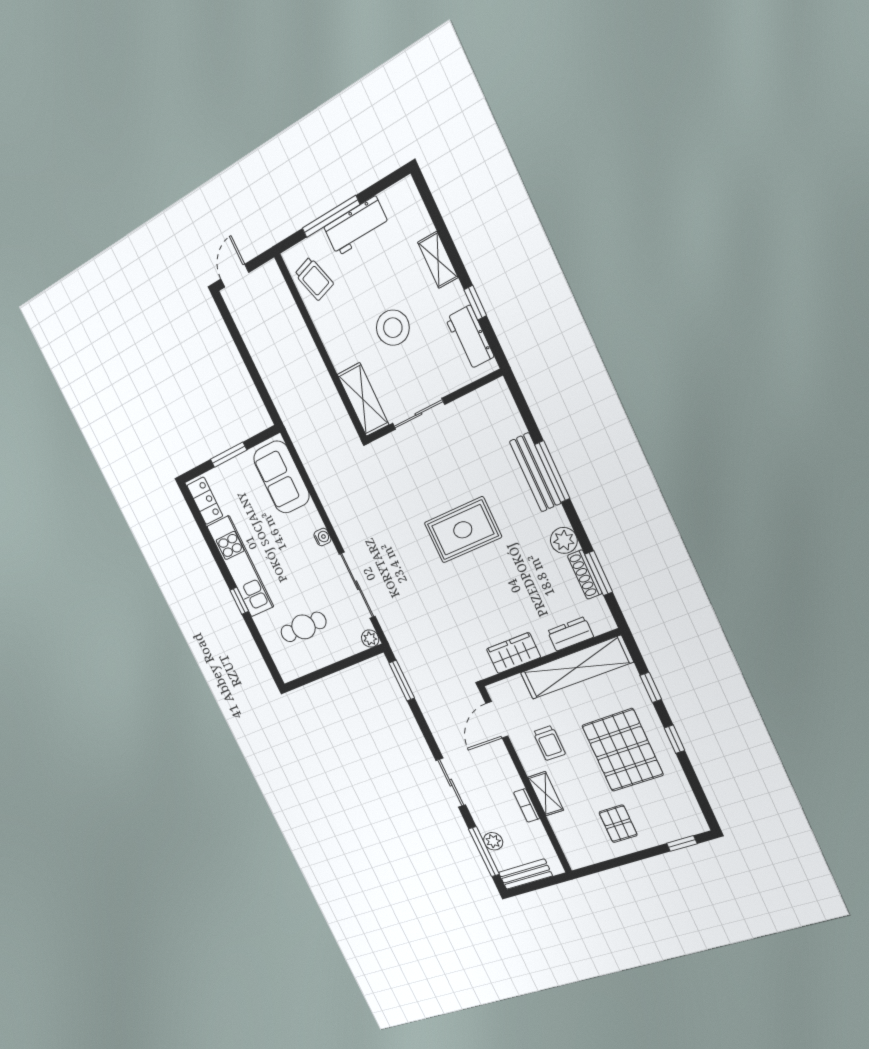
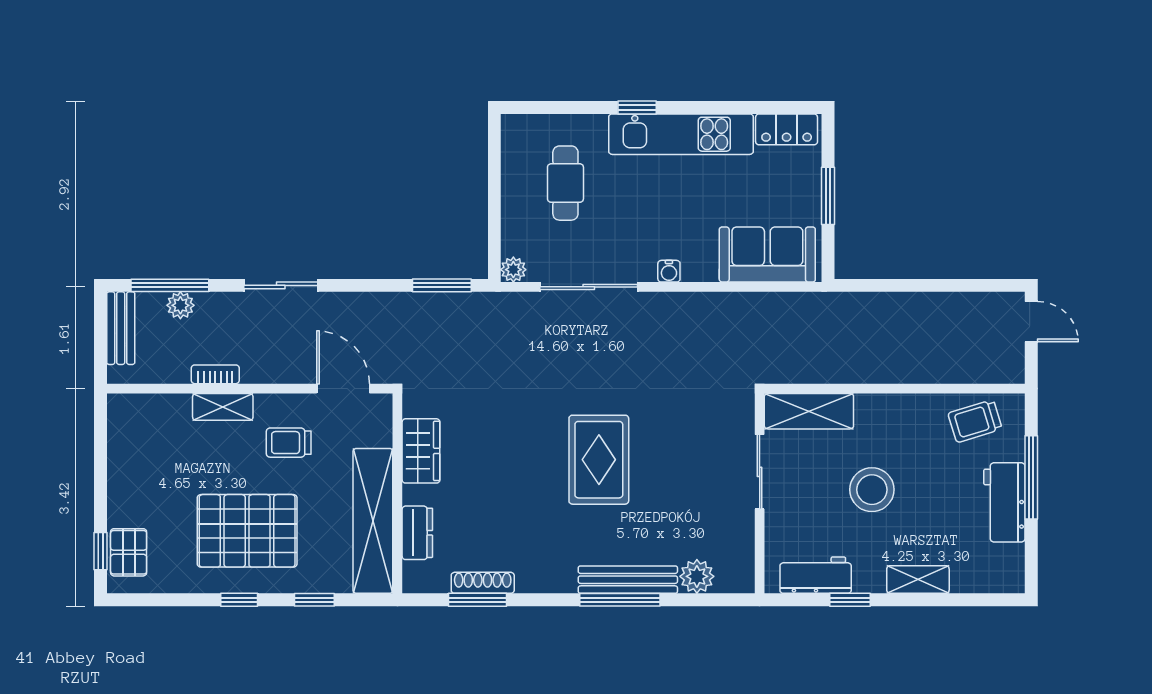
plant: (564, 540) -> (697, 576), moved
pallet: (618, 824) -> (129, 552), moved, turned 90

